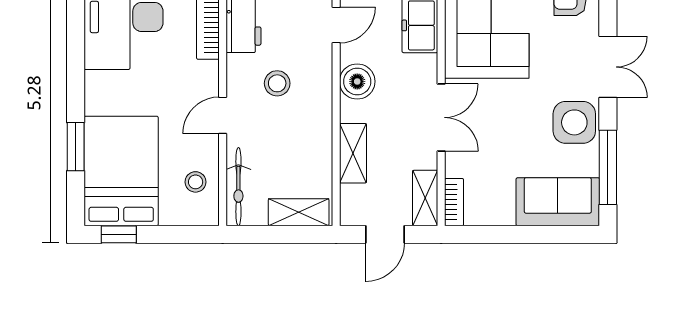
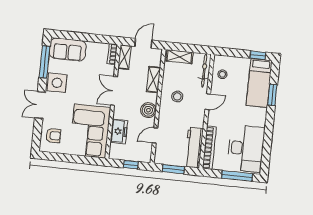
stool: (277, 83) -> (177, 96), moved
bed: (121, 171) -> (259, 83), width x0.67

